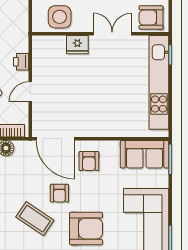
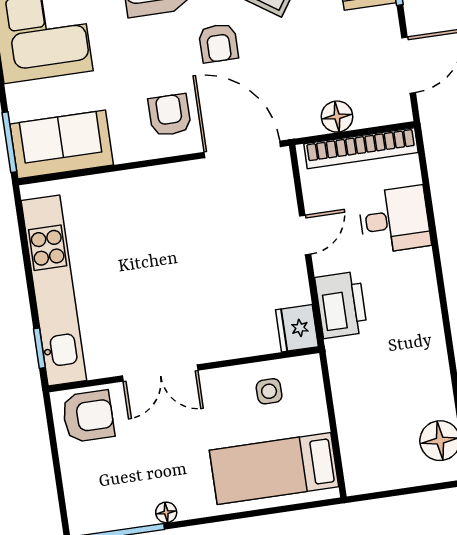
side table: (60, 17) -> (269, 391), width x0.54, depth x0.54
fridge: (77, 45) -> (297, 328), moved, turned -90
printer: (21, 62) -> (341, 305), width x1.87, depth x1.48
armchair: (59, 193) -> (218, 43), turned 180

